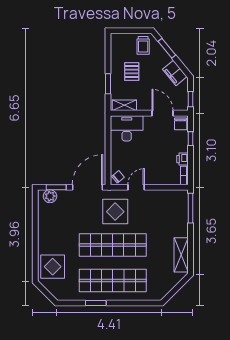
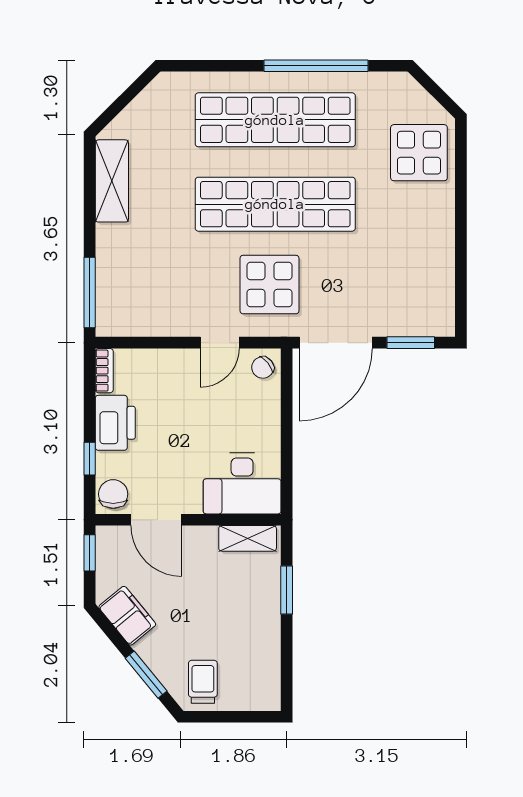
pallet: (132, 72) -> (230, 619), removed
printer: (182, 159) -> (115, 423), width x1.87, depth x1.48
plant: (50, 196) -> (425, 321), removed
window: (96, 303) -> (316, 66), width x2.11

